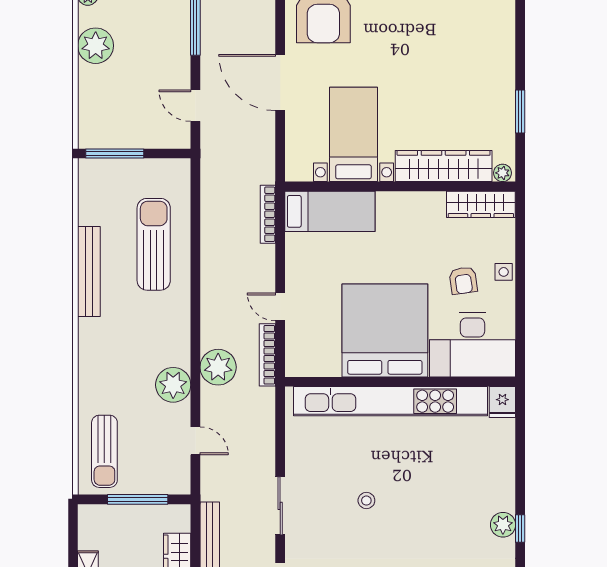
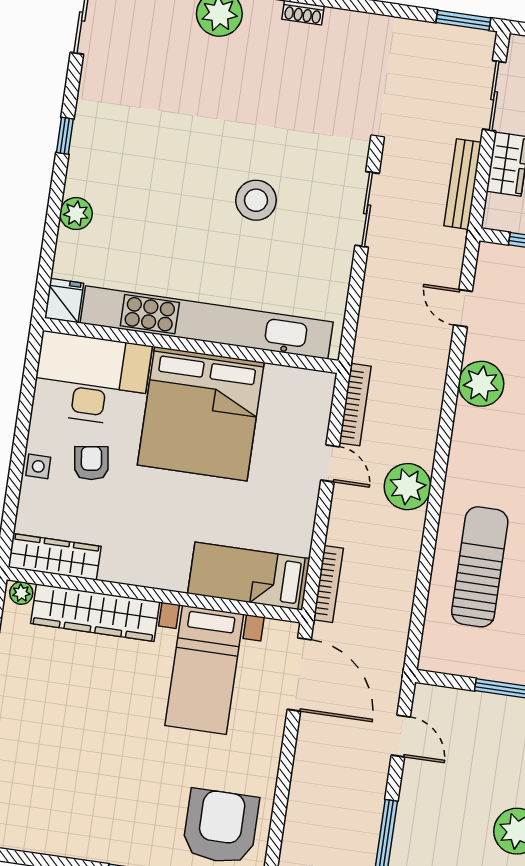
door: (280, 83) -> (299, 675), moved
sun lounger: (154, 244) -> (480, 567), turned 180
plant: (218, 367) -> (408, 487), moved
stool: (366, 501) -> (256, 200), width x1.89, depth x1.89
plant: (503, 525) -> (76, 214), moved

